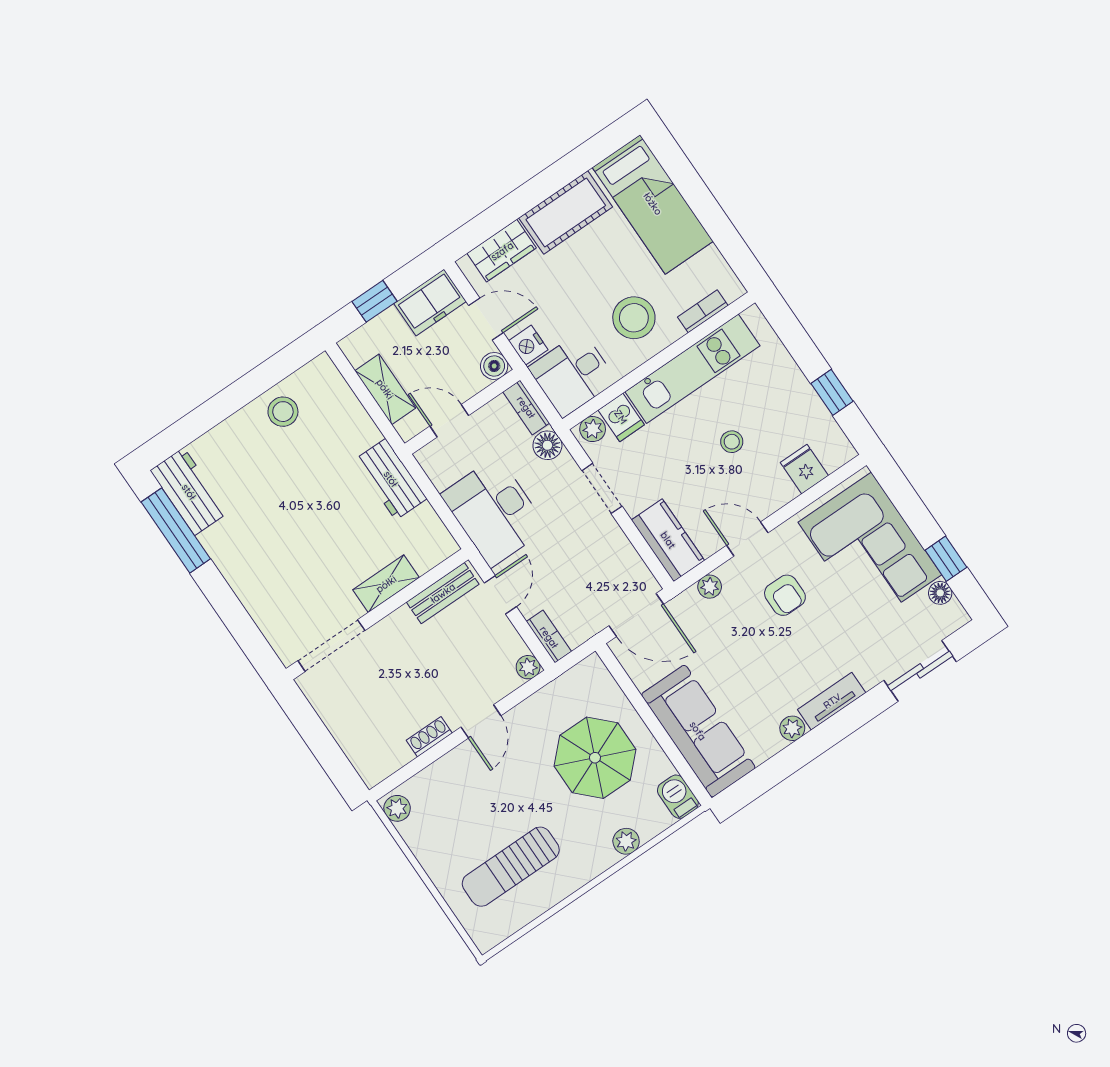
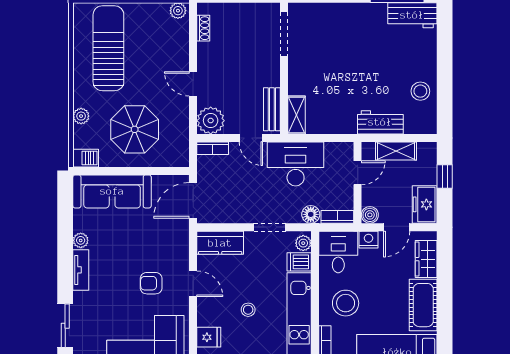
workbench: (391, 479) -> (380, 122), moved
door: (747, 539) -> (193, 284), hinge flipped
shelving: (386, 584) -> (297, 115), moved
plant: (710, 587) -> (182, 248), removed
plant: (528, 667) -> (211, 121), width x1.88, depth x1.88
shoe rack: (429, 737) -> (203, 28), moved
sun lounger: (511, 867) -> (108, 48), width x1.36, depth x1.34

